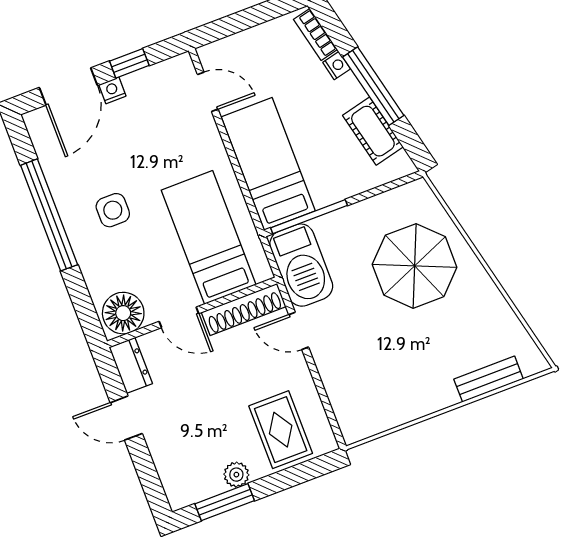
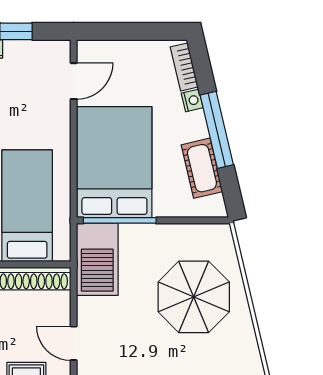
door: (208, 92) -> (74, 81), hinge flipped
bed: (268, 164) -> (114, 162), width x1.50
door: (299, 331) -> (74, 343), moved

